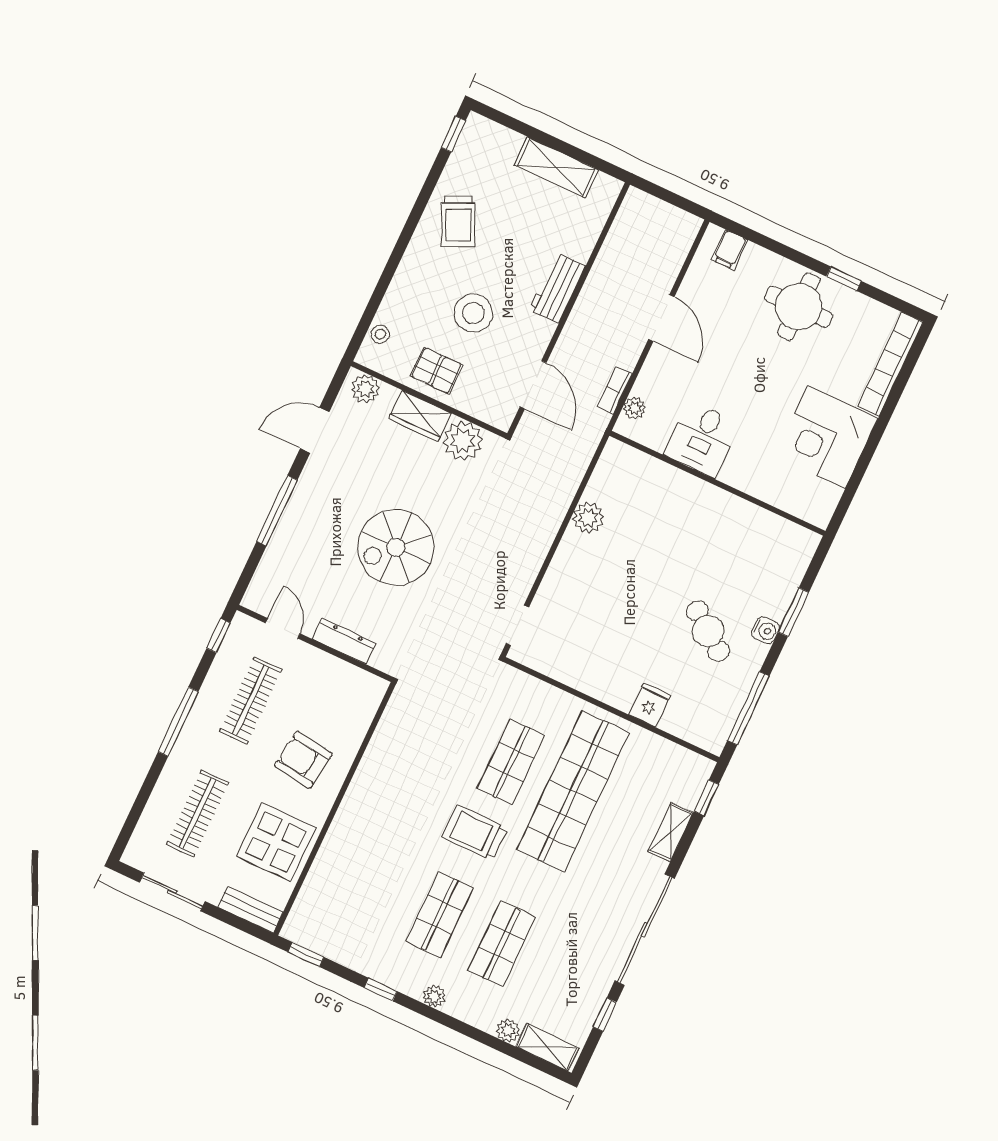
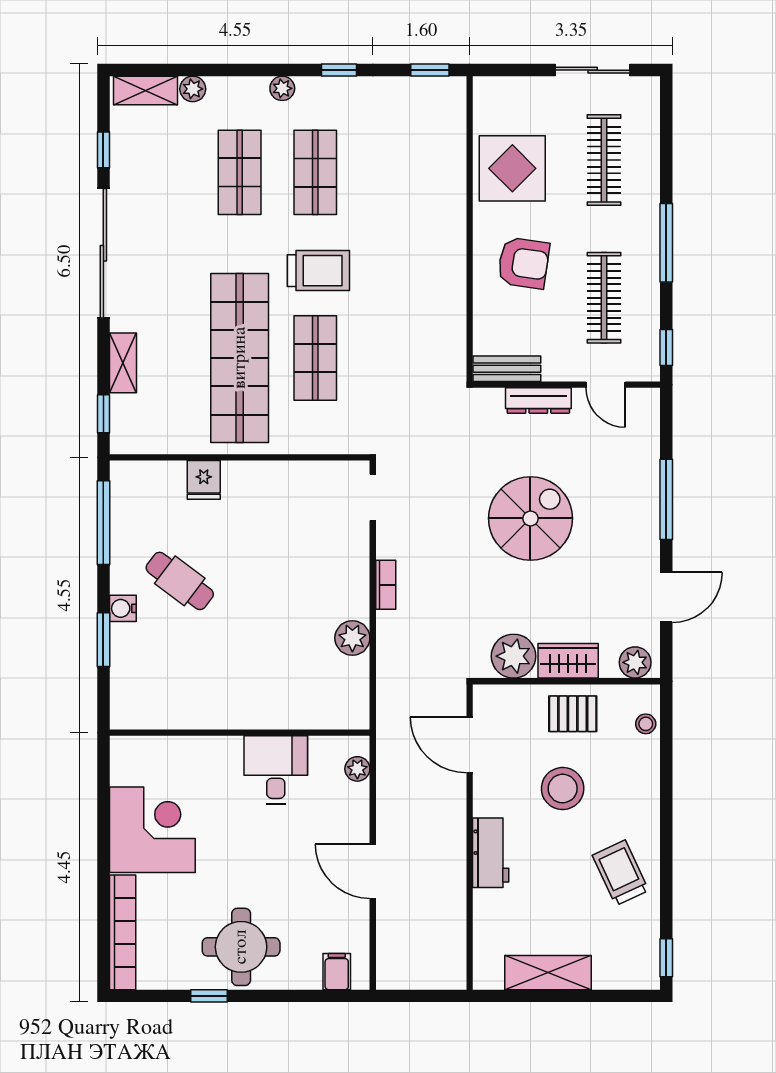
bookcase: (615, 390) -> (386, 585), moved
bench: (250, 910) -> (507, 369), moved

